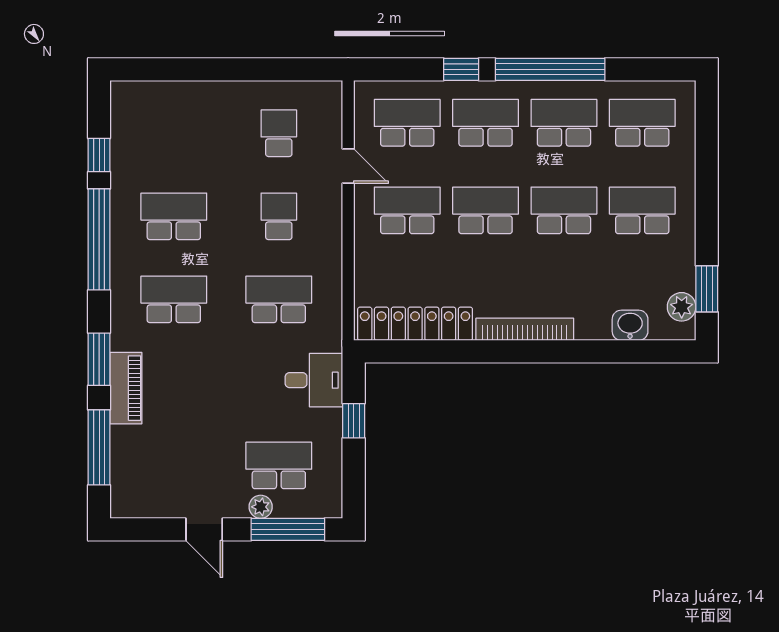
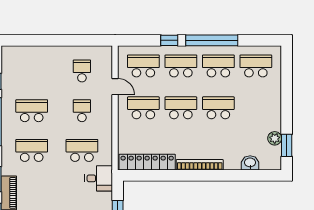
school desk: (642, 210) -> (256, 108), removed
plant: (682, 307) -> (275, 138), moved
desk: (314, 380) -> (99, 178), moved

